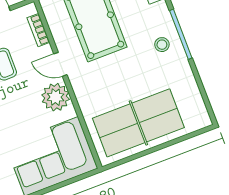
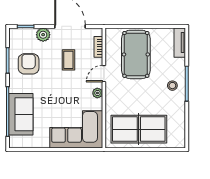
door: (60, 64) -> (104, 74), hinge flipped
plant: (56, 97) -> (97, 93), width x0.53, depth x0.53

